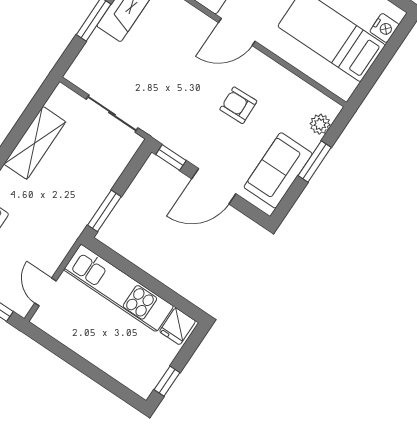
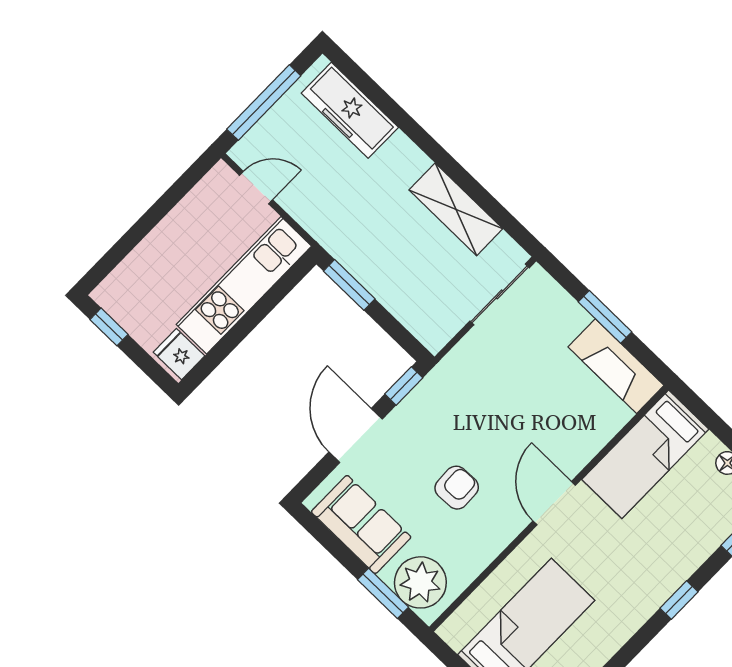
sliding door: (112, 114) -> (500, 294), moved
plant: (320, 124) -> (420, 582), width x1.87, depth x1.87
window: (315, 161) -> (383, 593), moved

